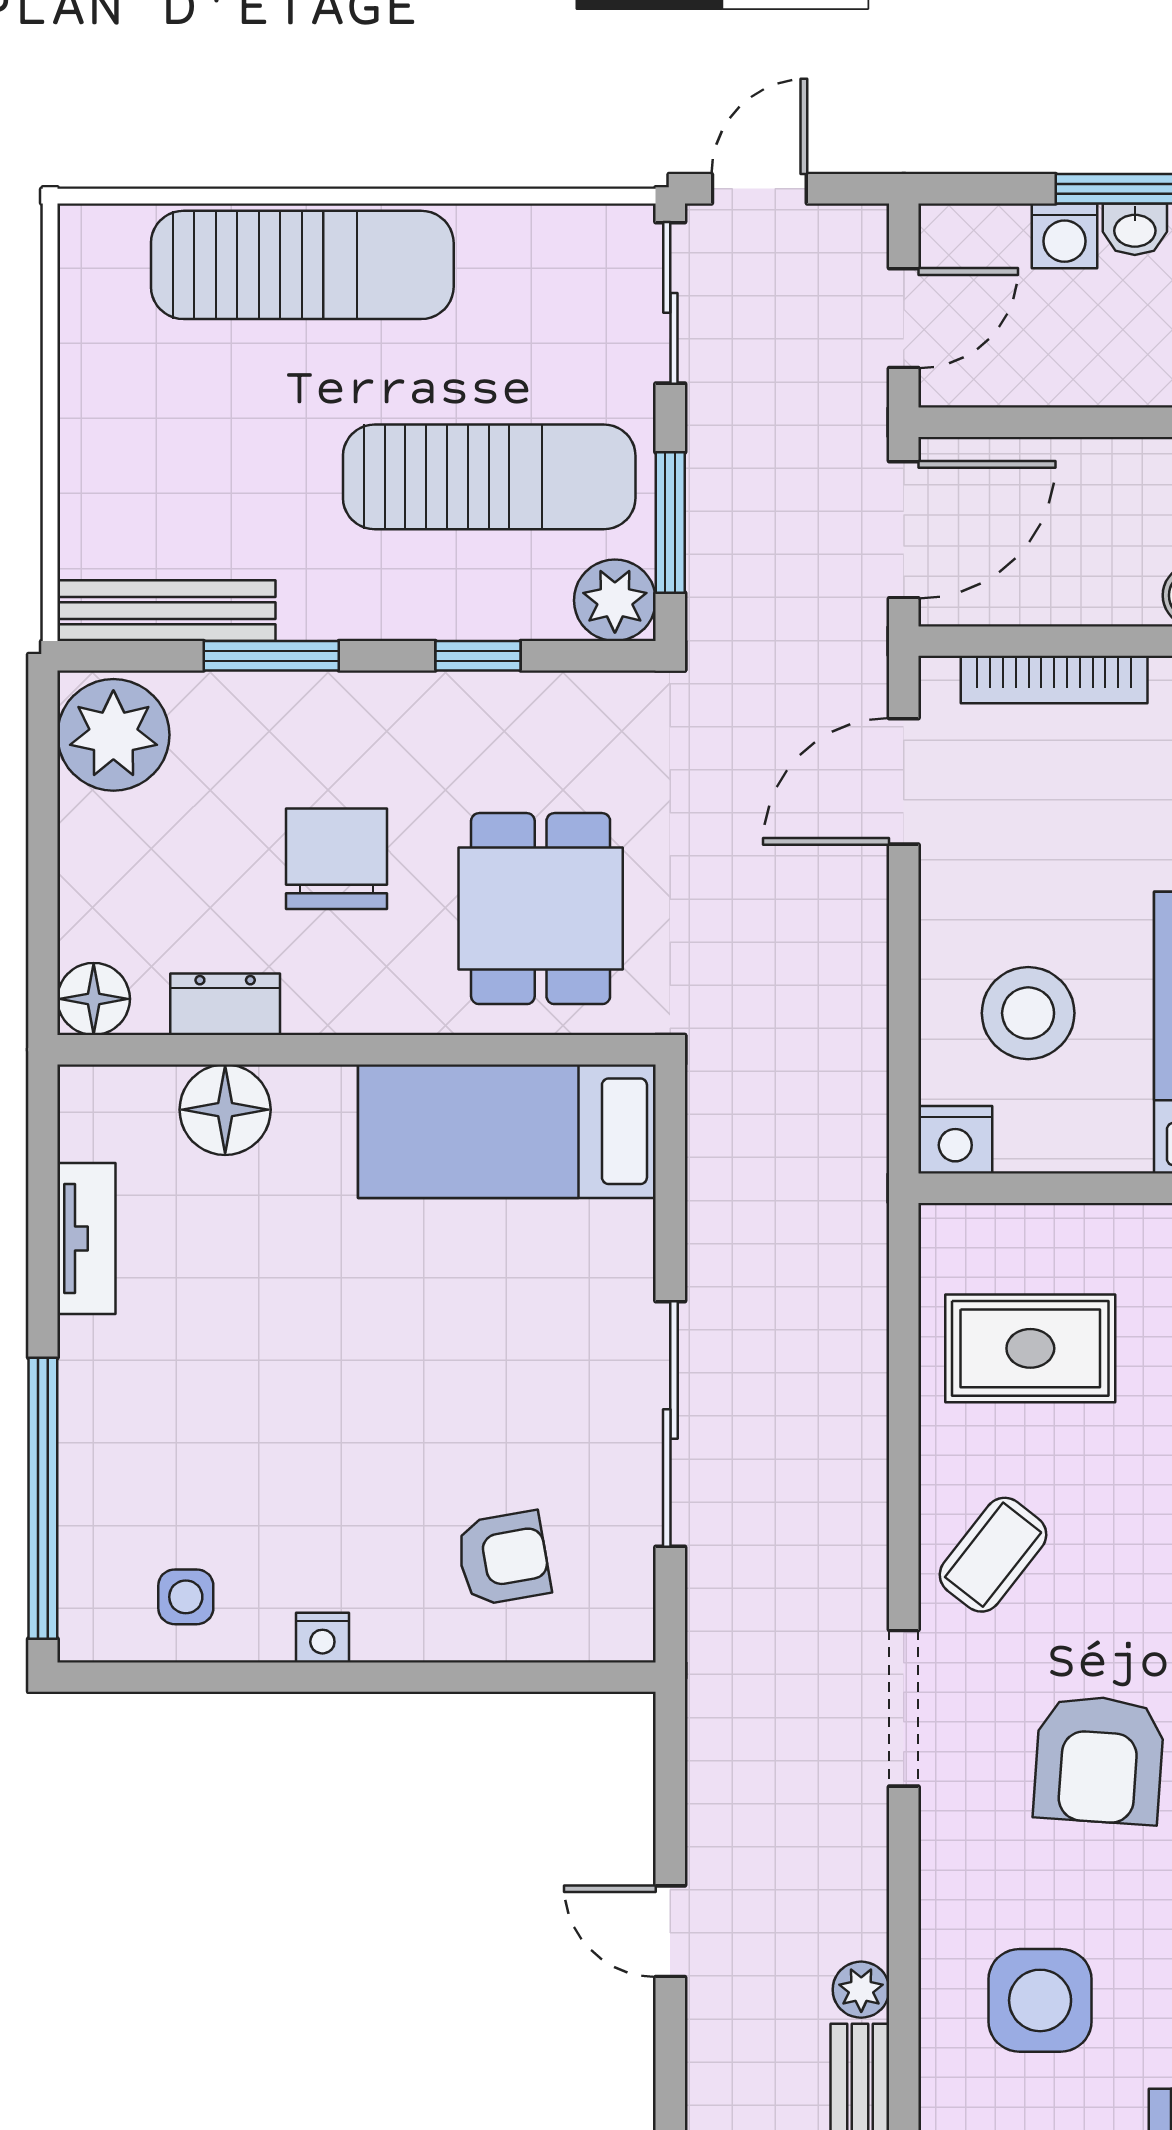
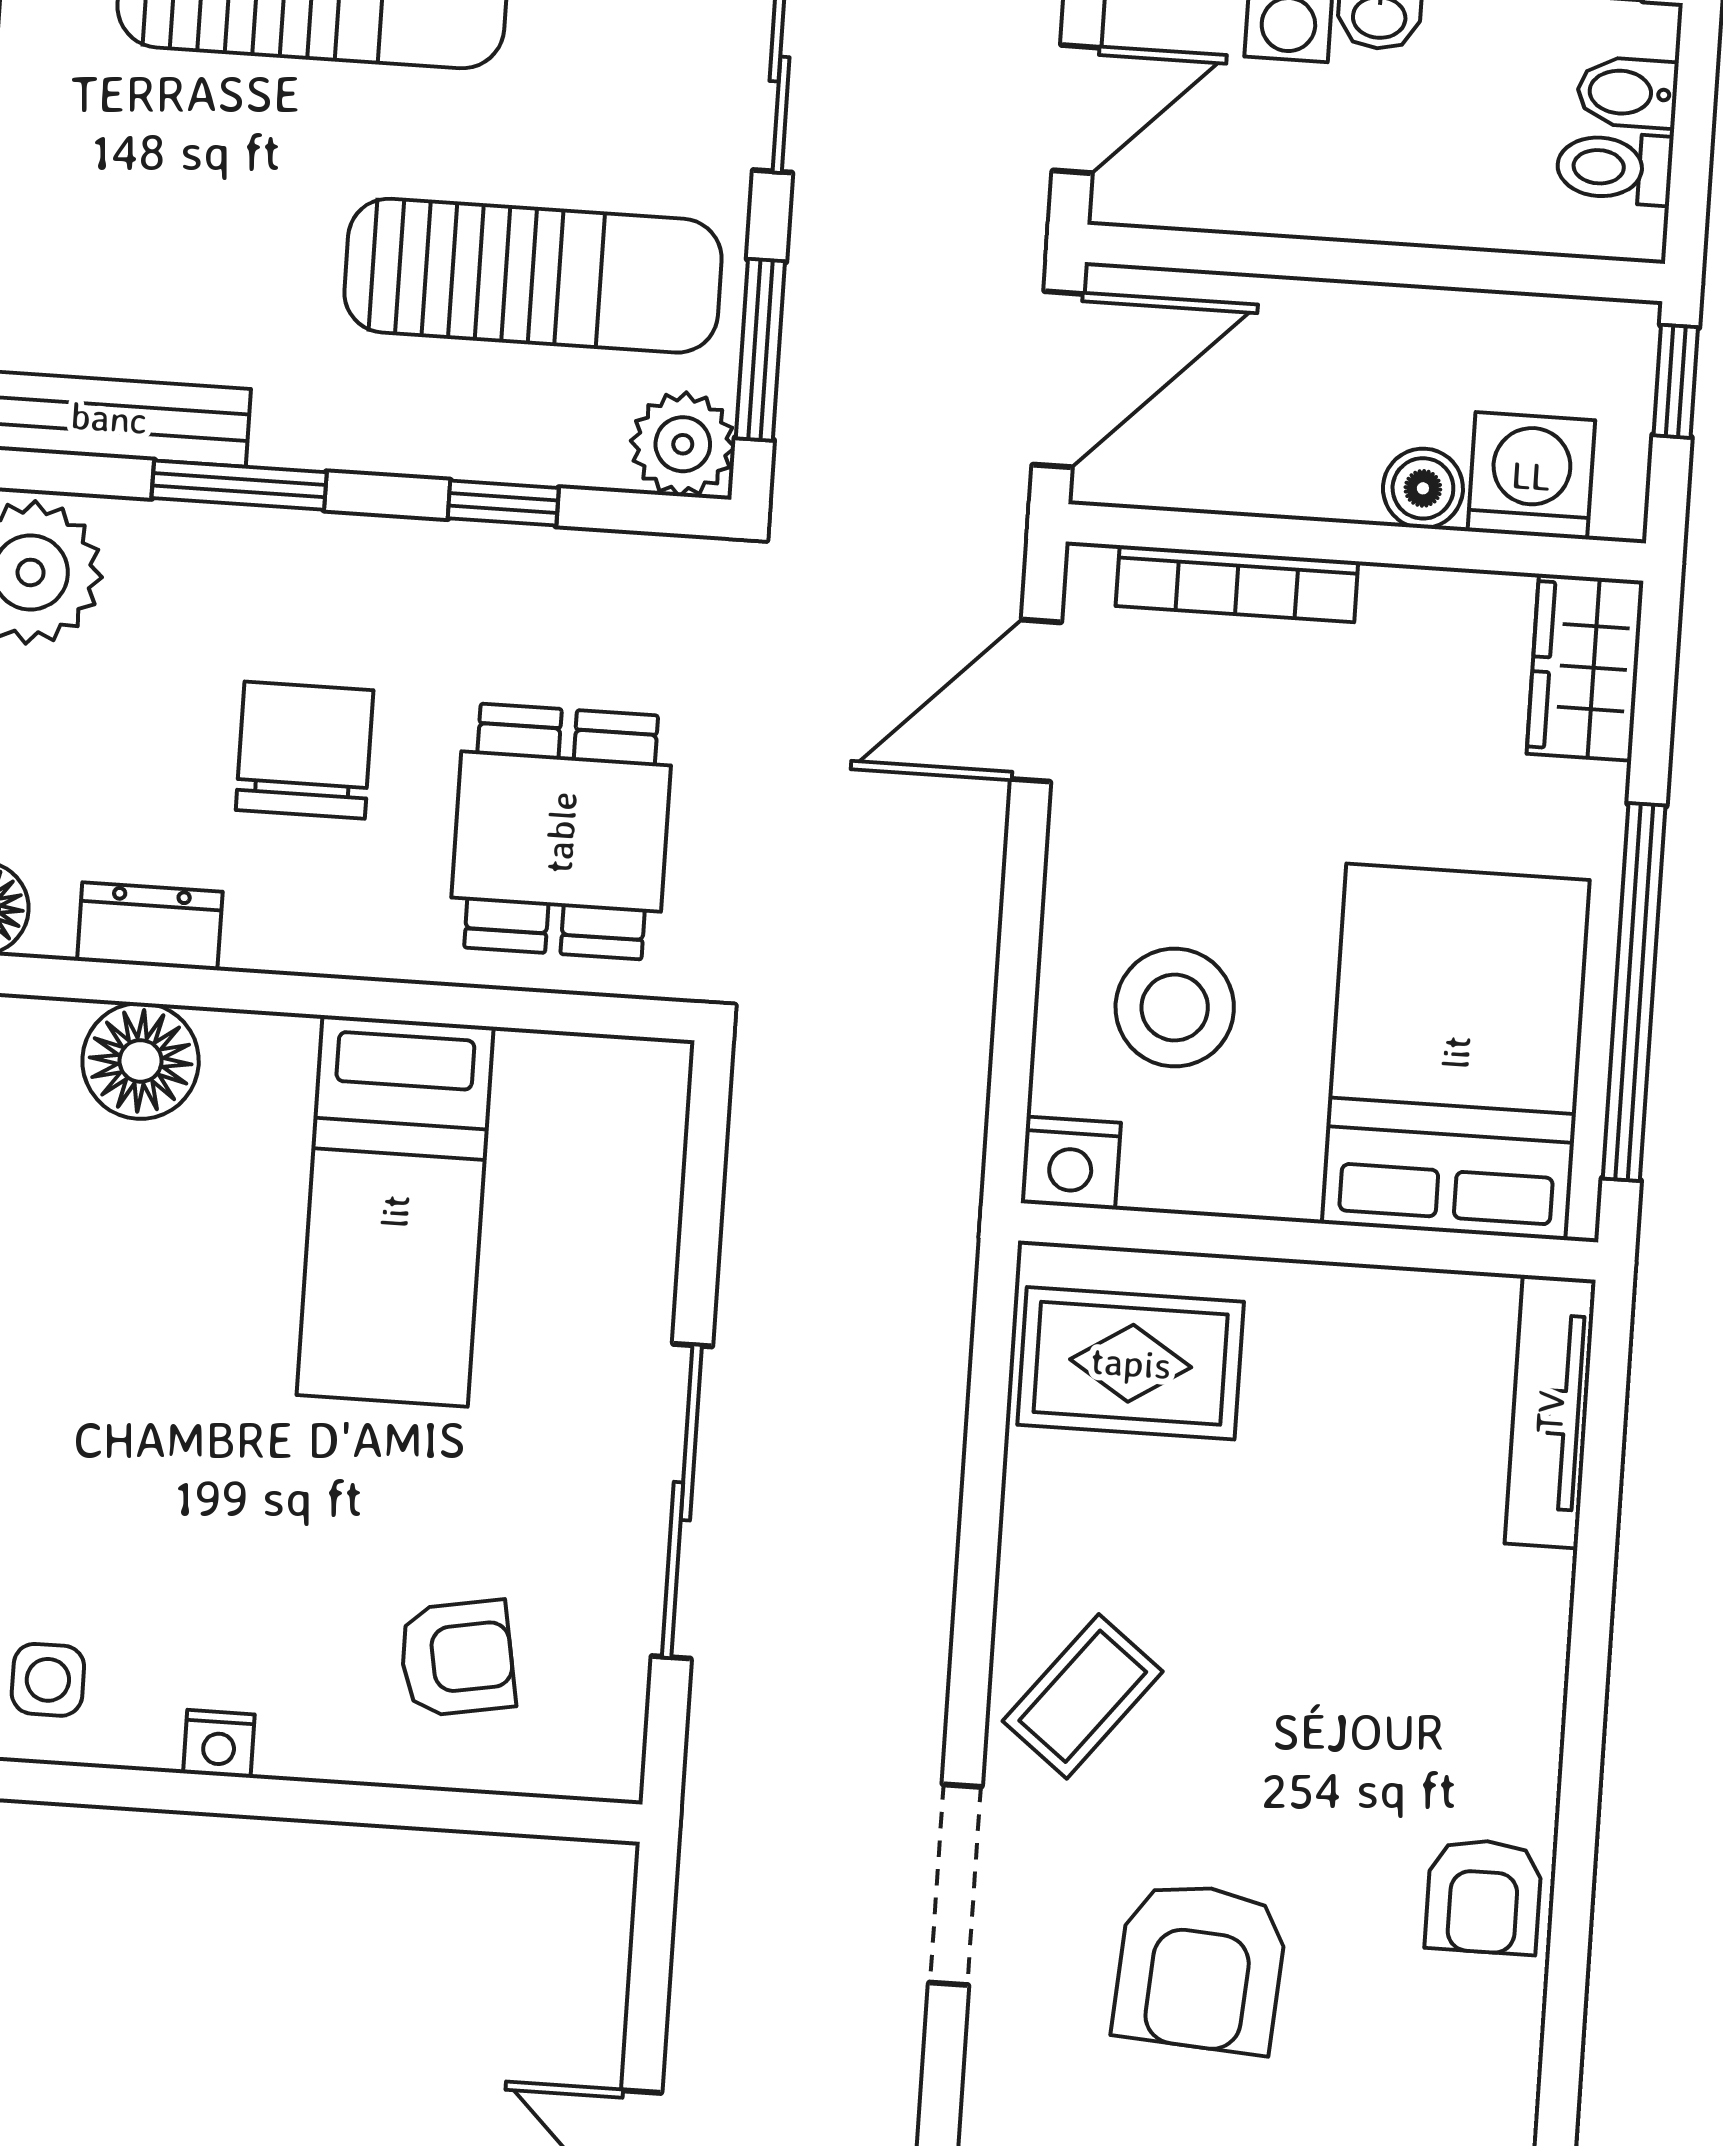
bed: (507, 1131) -> (395, 1211), moved, turned -90
rug: (1030, 1348) -> (1131, 1363), moved

